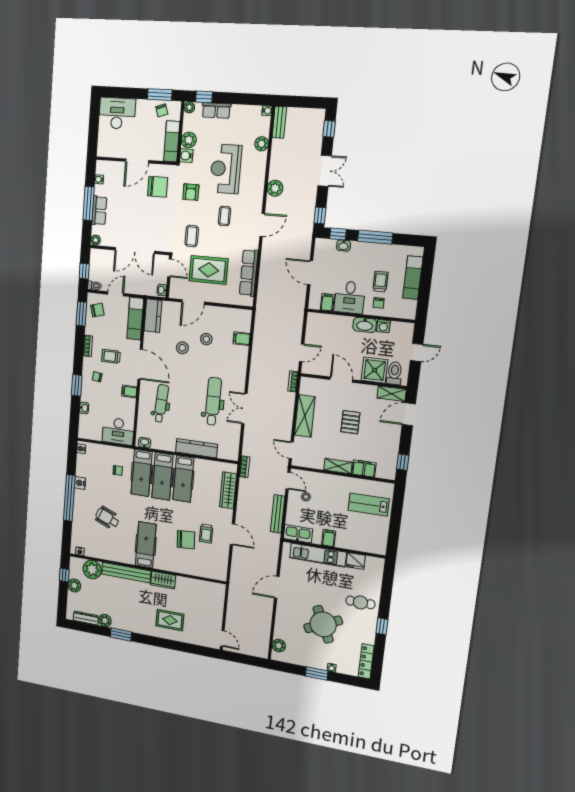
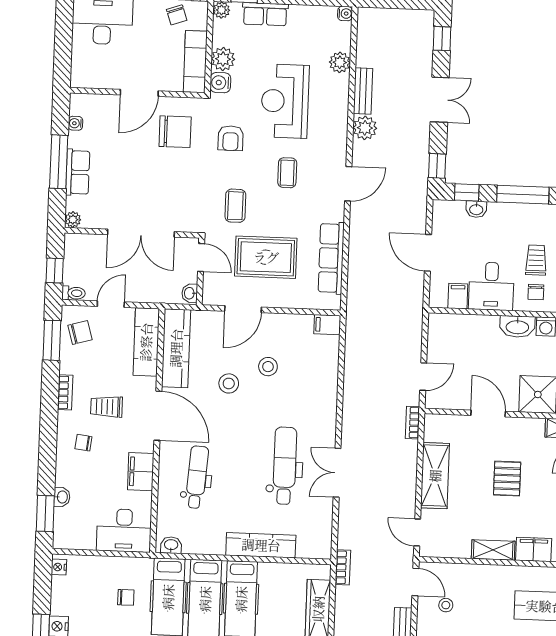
bench: (279, 122) -> (363, 91), moved
kitchen counter: (153, 316) -> (176, 348), width x1.50
filing cabinet: (242, 339) -> (327, 325), moved
window: (77, 385) -> (45, 513), moved
filing cabinet: (129, 392) -> (141, 472), width x2.00

